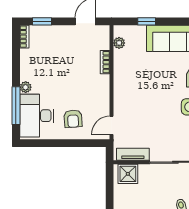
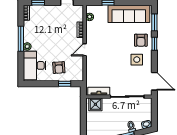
window: (16, 106) -> (21, 39), moved
door: (112, 125) -> (85, 50), moved
window: (82, 143) -> (65, 84), added

